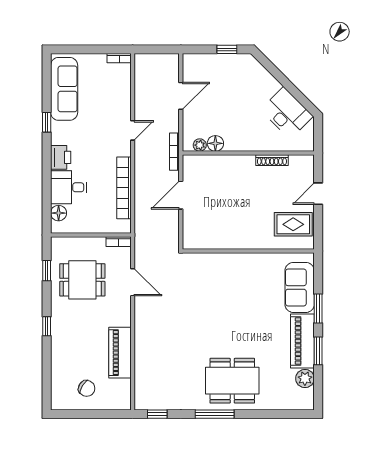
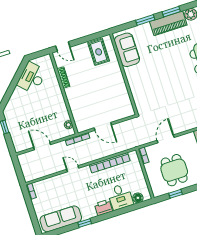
floor lamp: (215, 143) -> (64, 115), removed
door: (318, 194) -> (63, 46), moved
sofa: (300, 287) -> (127, 50), moved, turned -90

